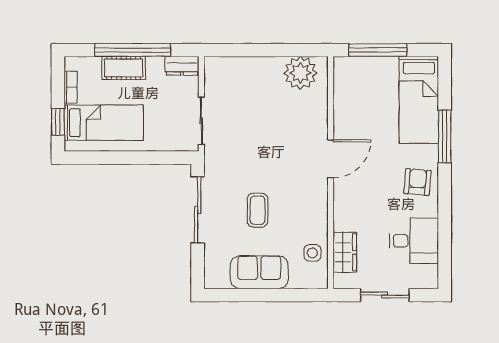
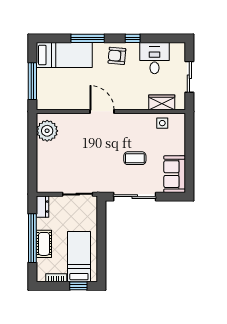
window: (445, 207) -> (133, 38), added
sofa: (259, 272) -> (175, 174), moved

